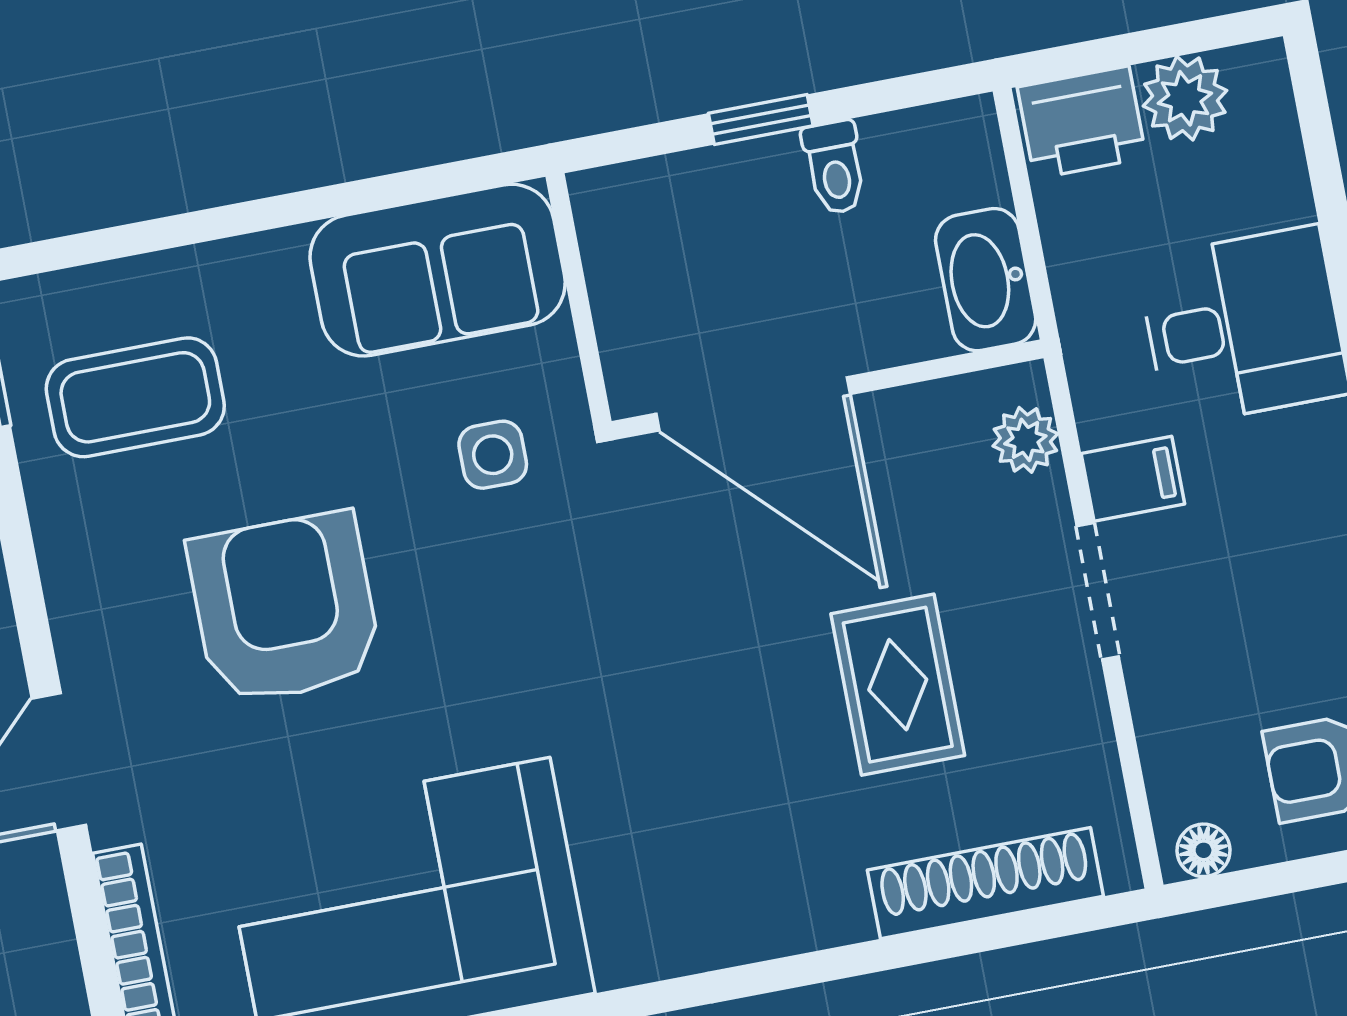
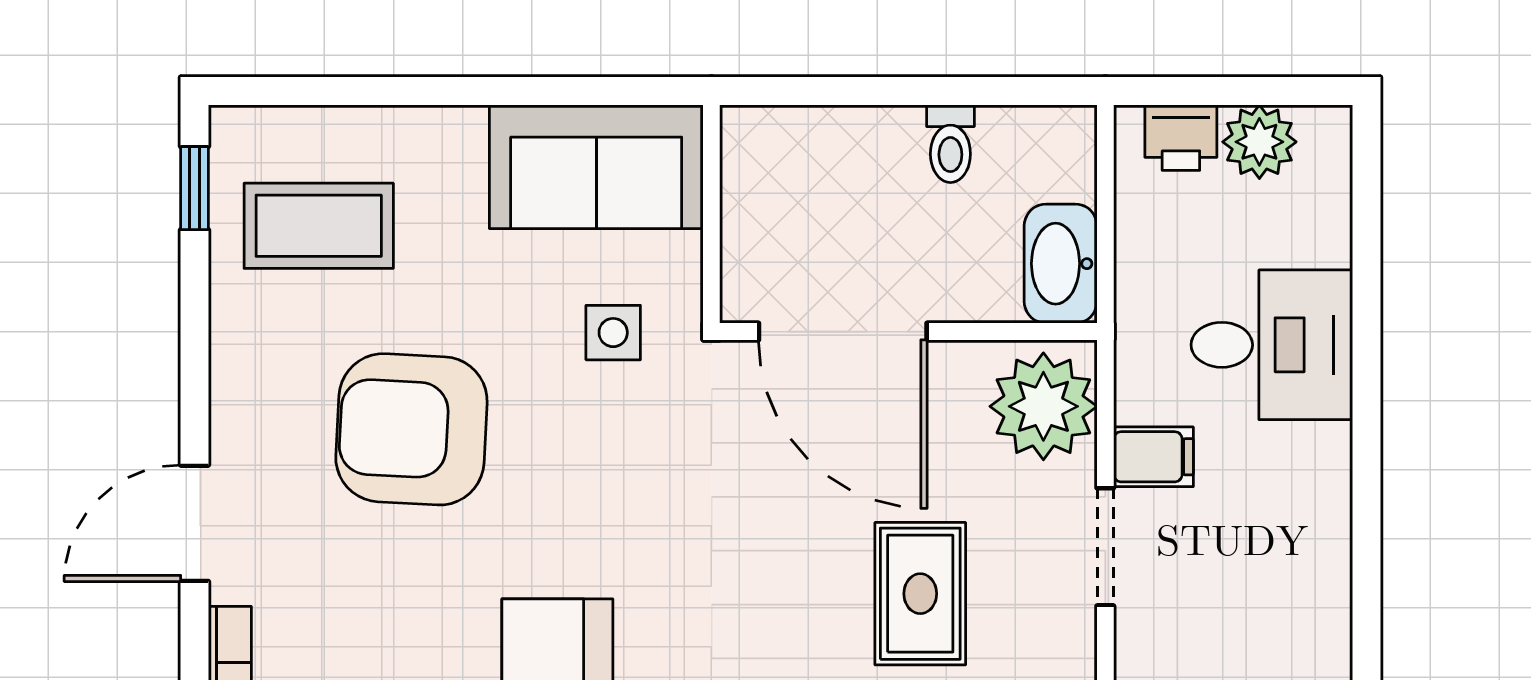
window: (761, 119) -> (895, 91), removed
printer: (1082, 122) -> (1181, 138), width x0.73, depth x0.81
plant: (1025, 440) -> (1043, 406), width x1.87, depth x1.87
armchair: (285, 608) -> (411, 429), turned -87

